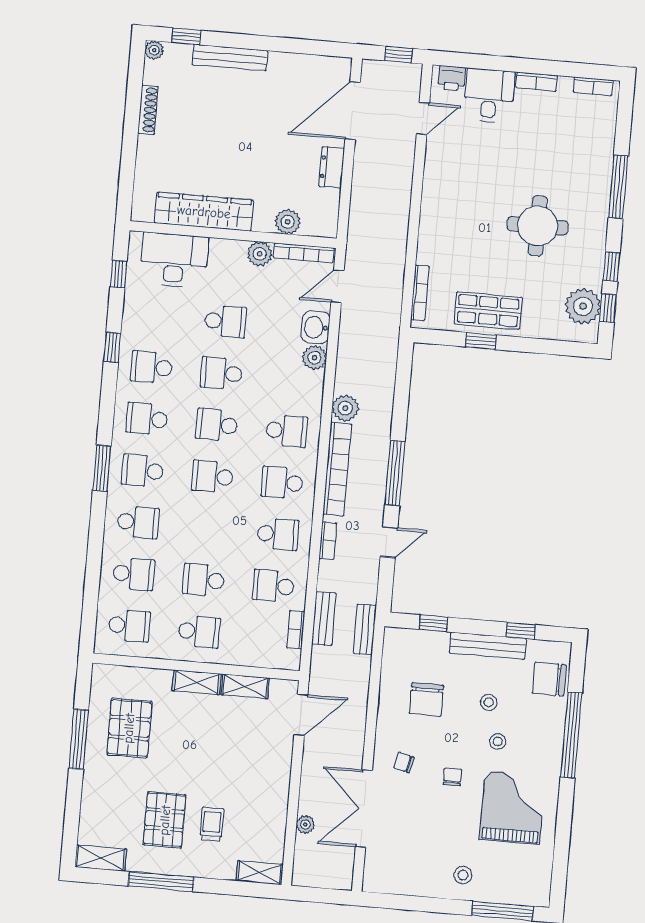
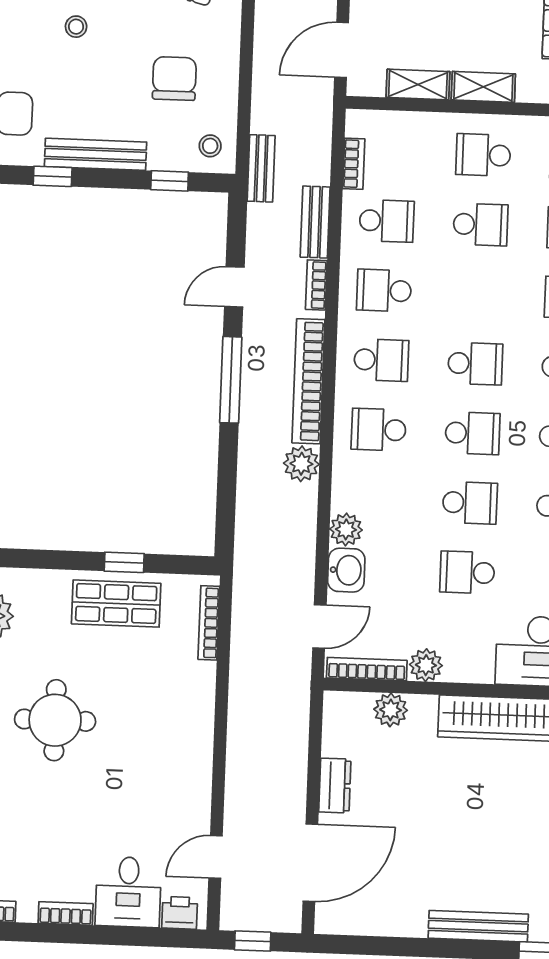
bench: (324, 619) -> (315, 222), moved
stool: (489, 702) -> (210, 146), moved

